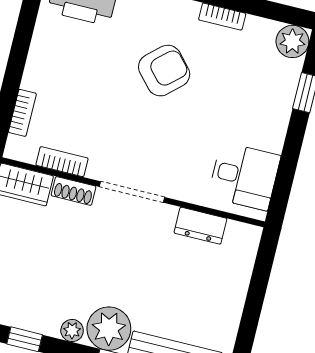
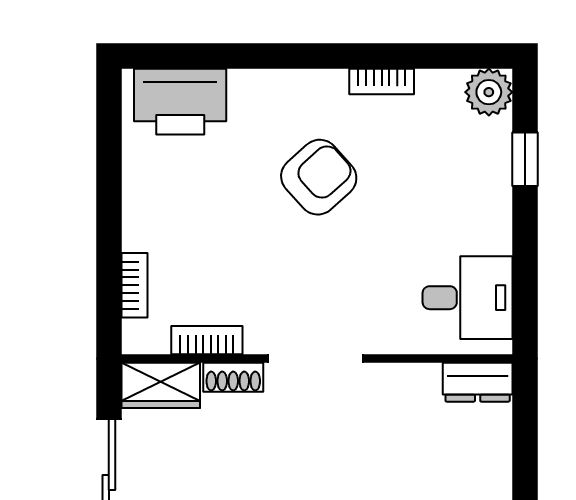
dresser: (200, 226) -> (478, 382), moved

